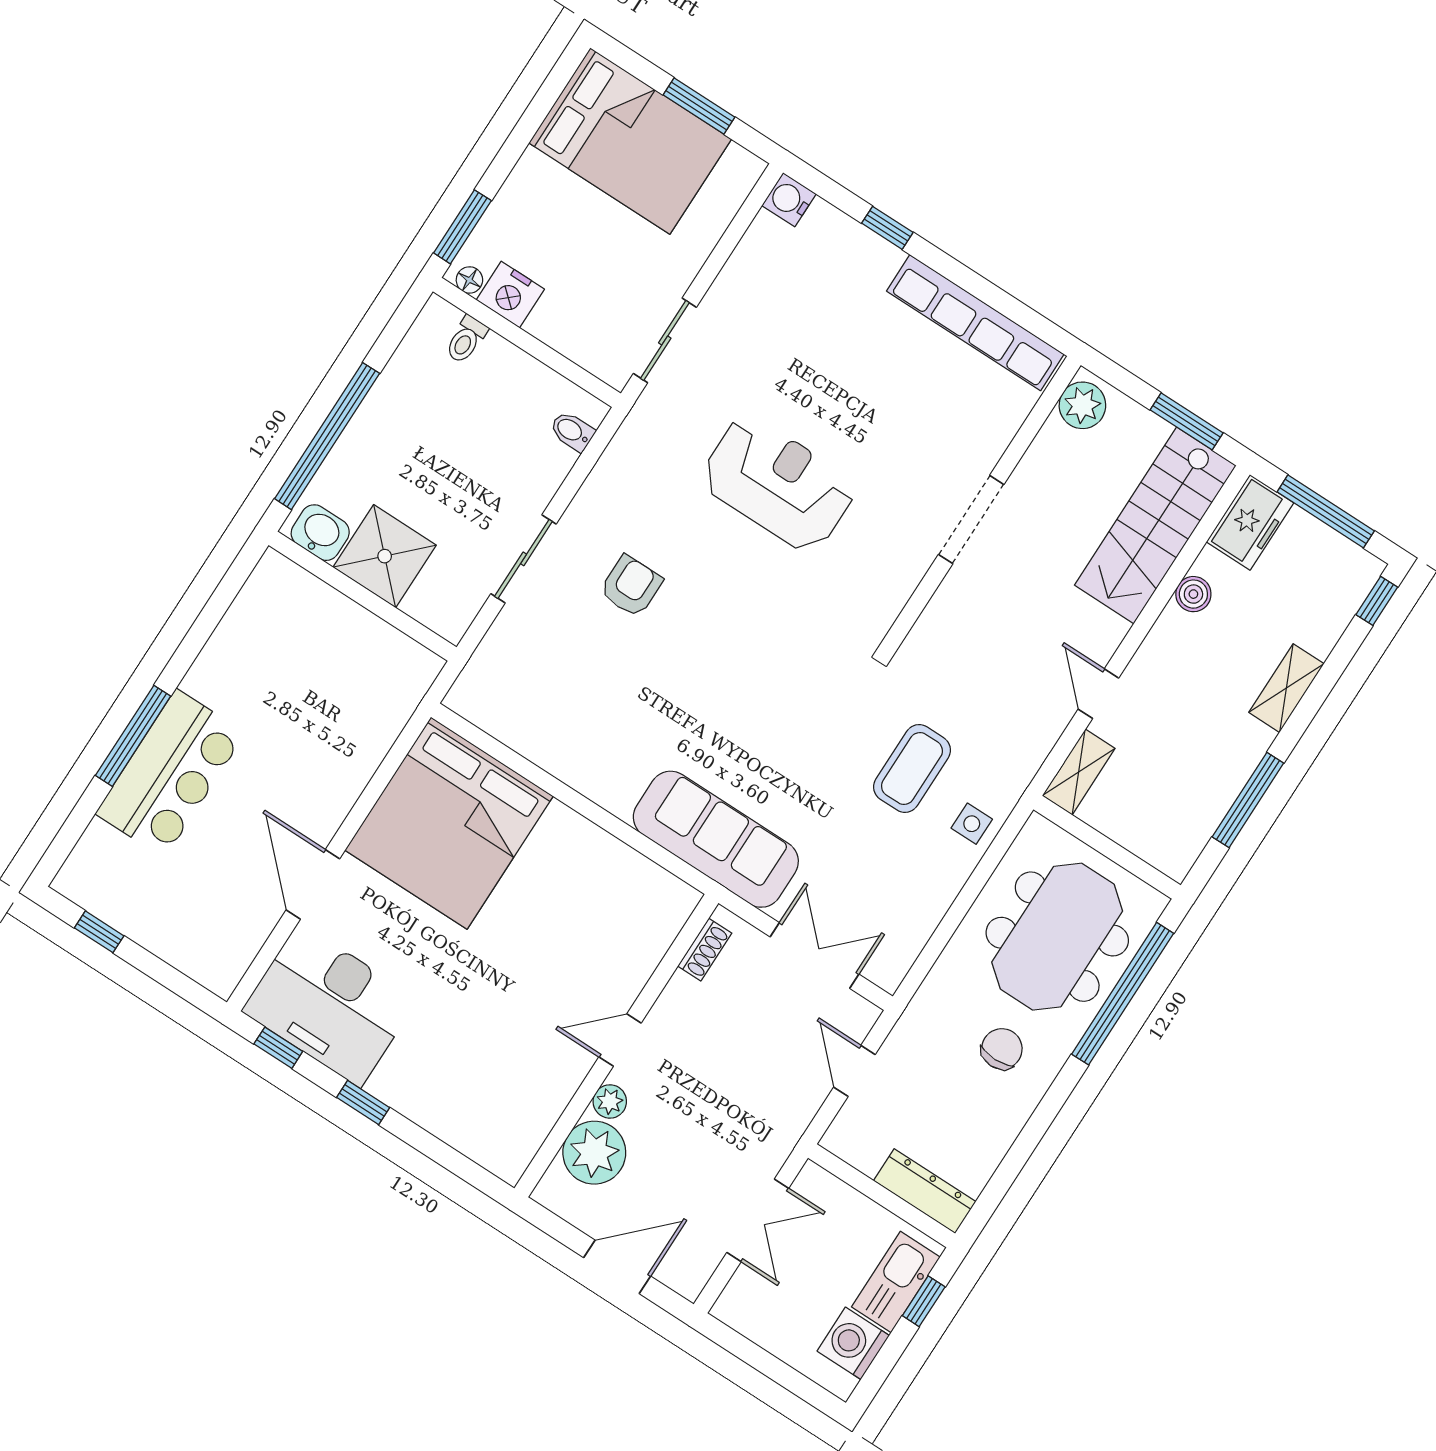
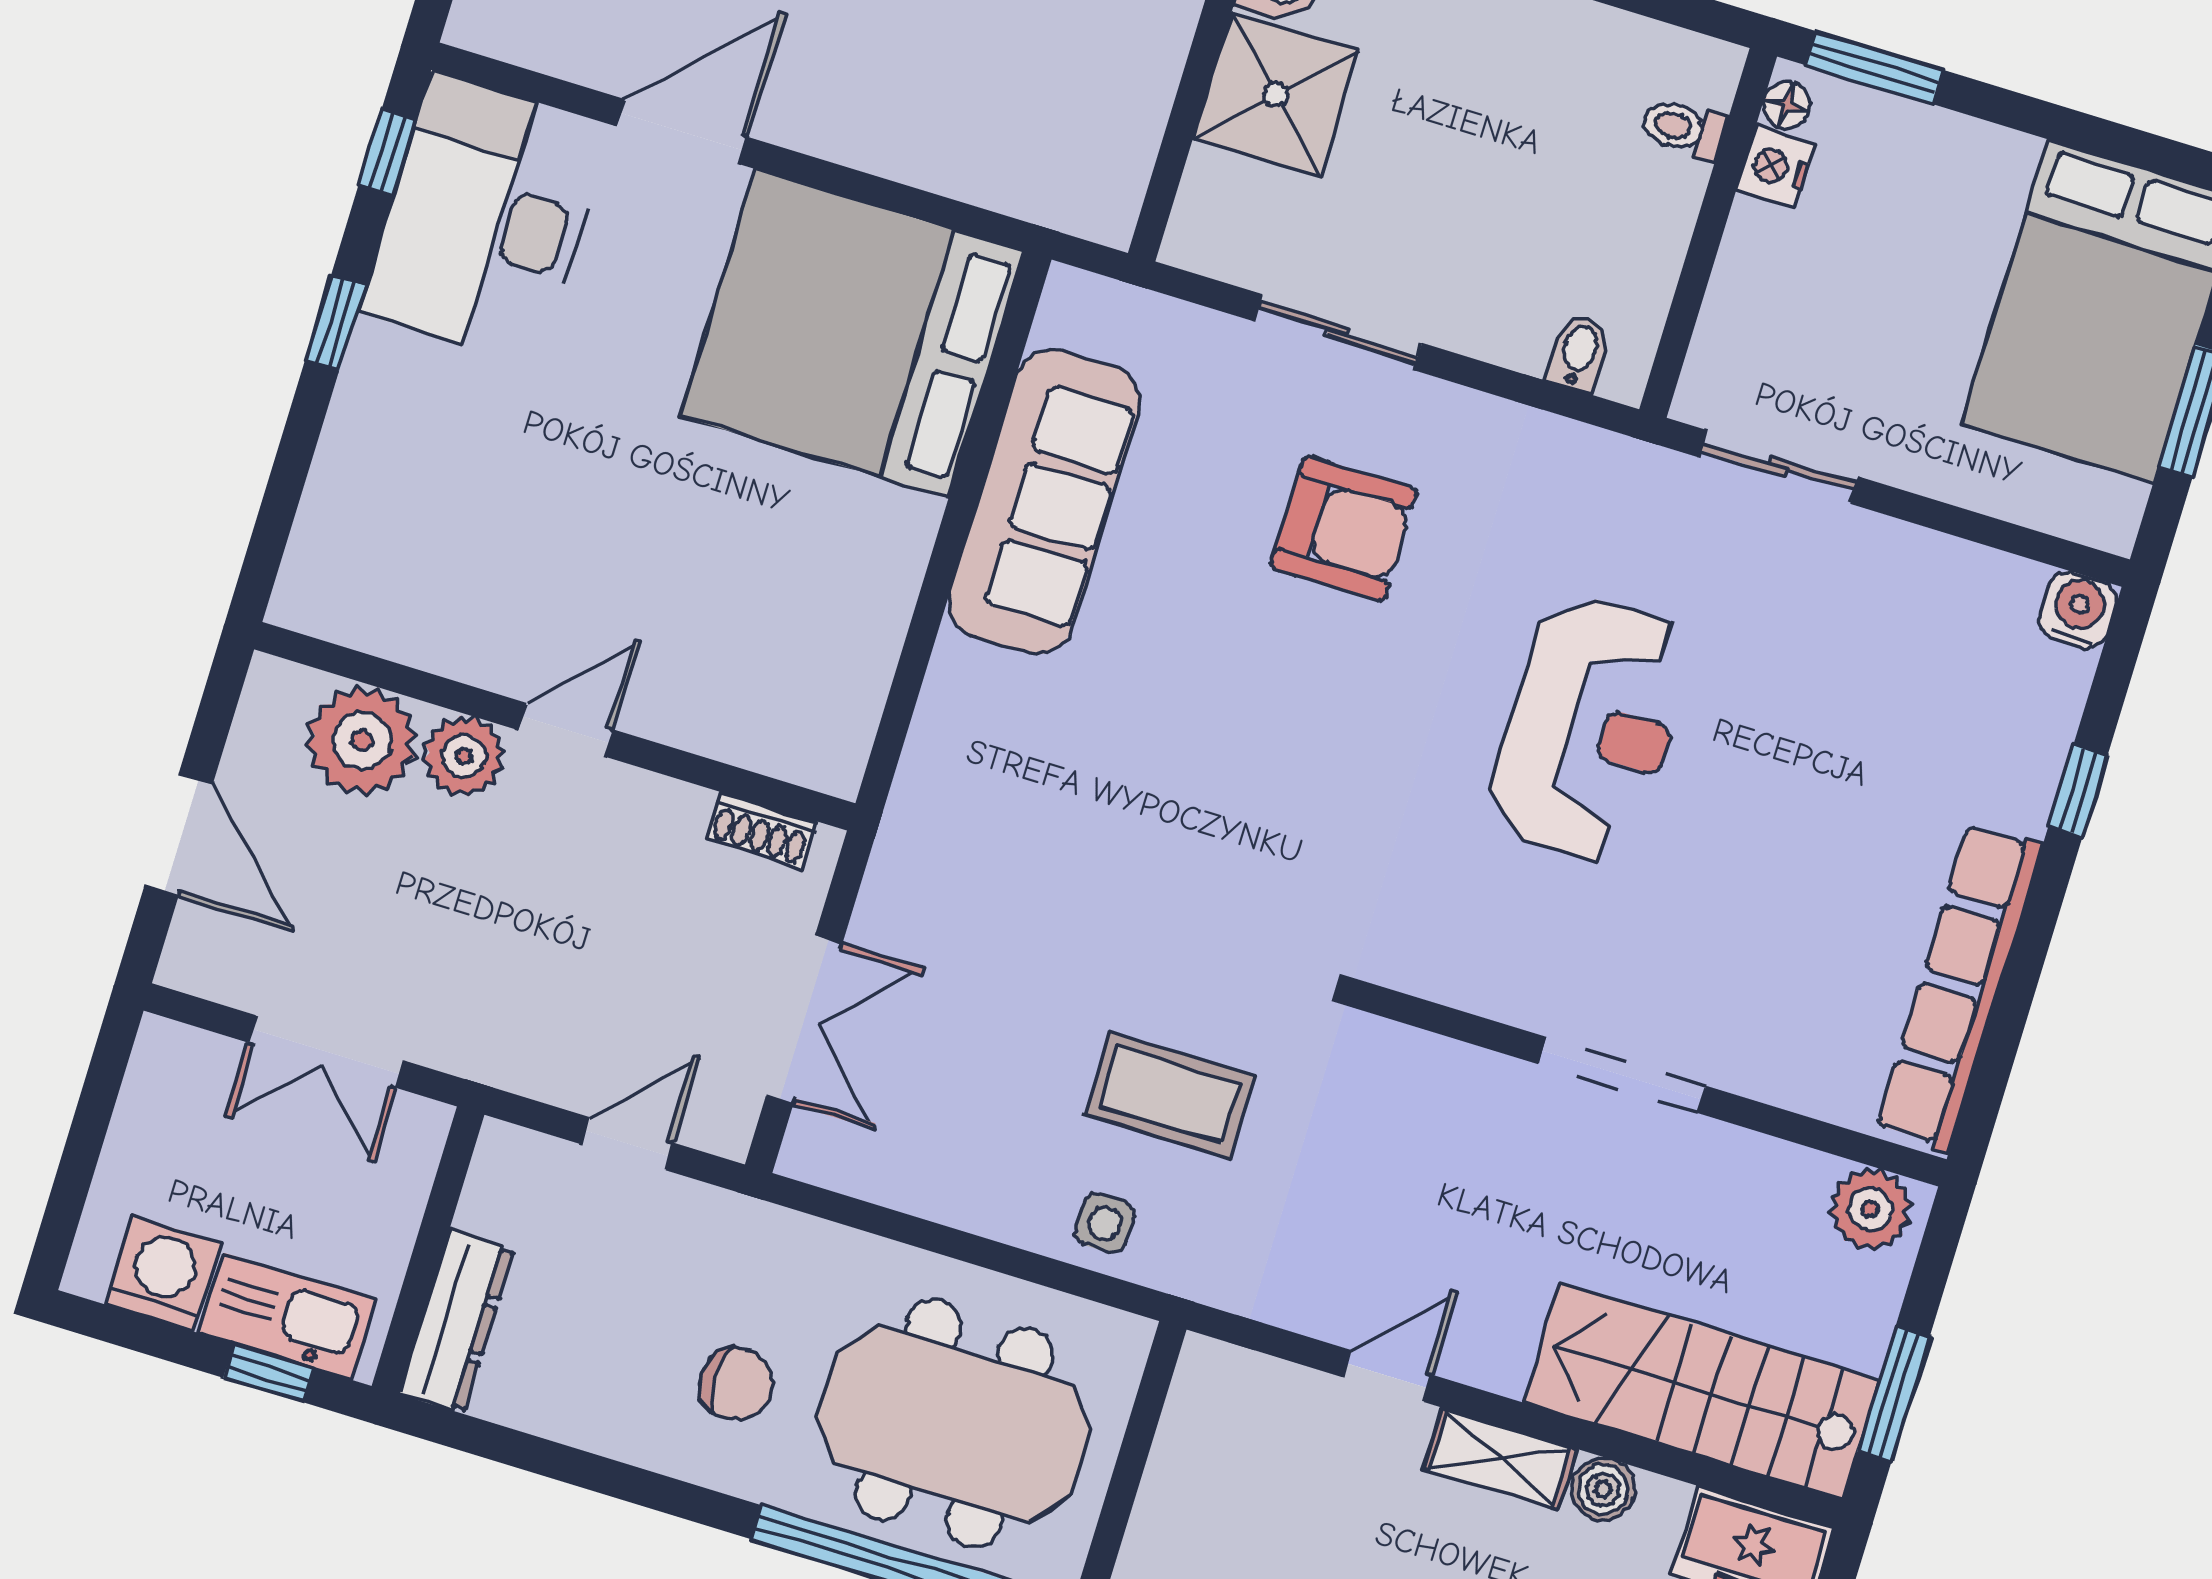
nightstand: (510, 295) -> (1775, 167), width x0.74, depth x0.75
armchair: (631, 586) -> (1344, 528), width x1.38, depth x1.38
shelving: (1079, 772) -> (1500, 1459), moved
sofa: (716, 839) -> (1044, 502), moved
door: (620, 1040) -> (566, 730), hinge flipped
plant: (610, 1101) -> (464, 756), width x1.38, depth x1.38

